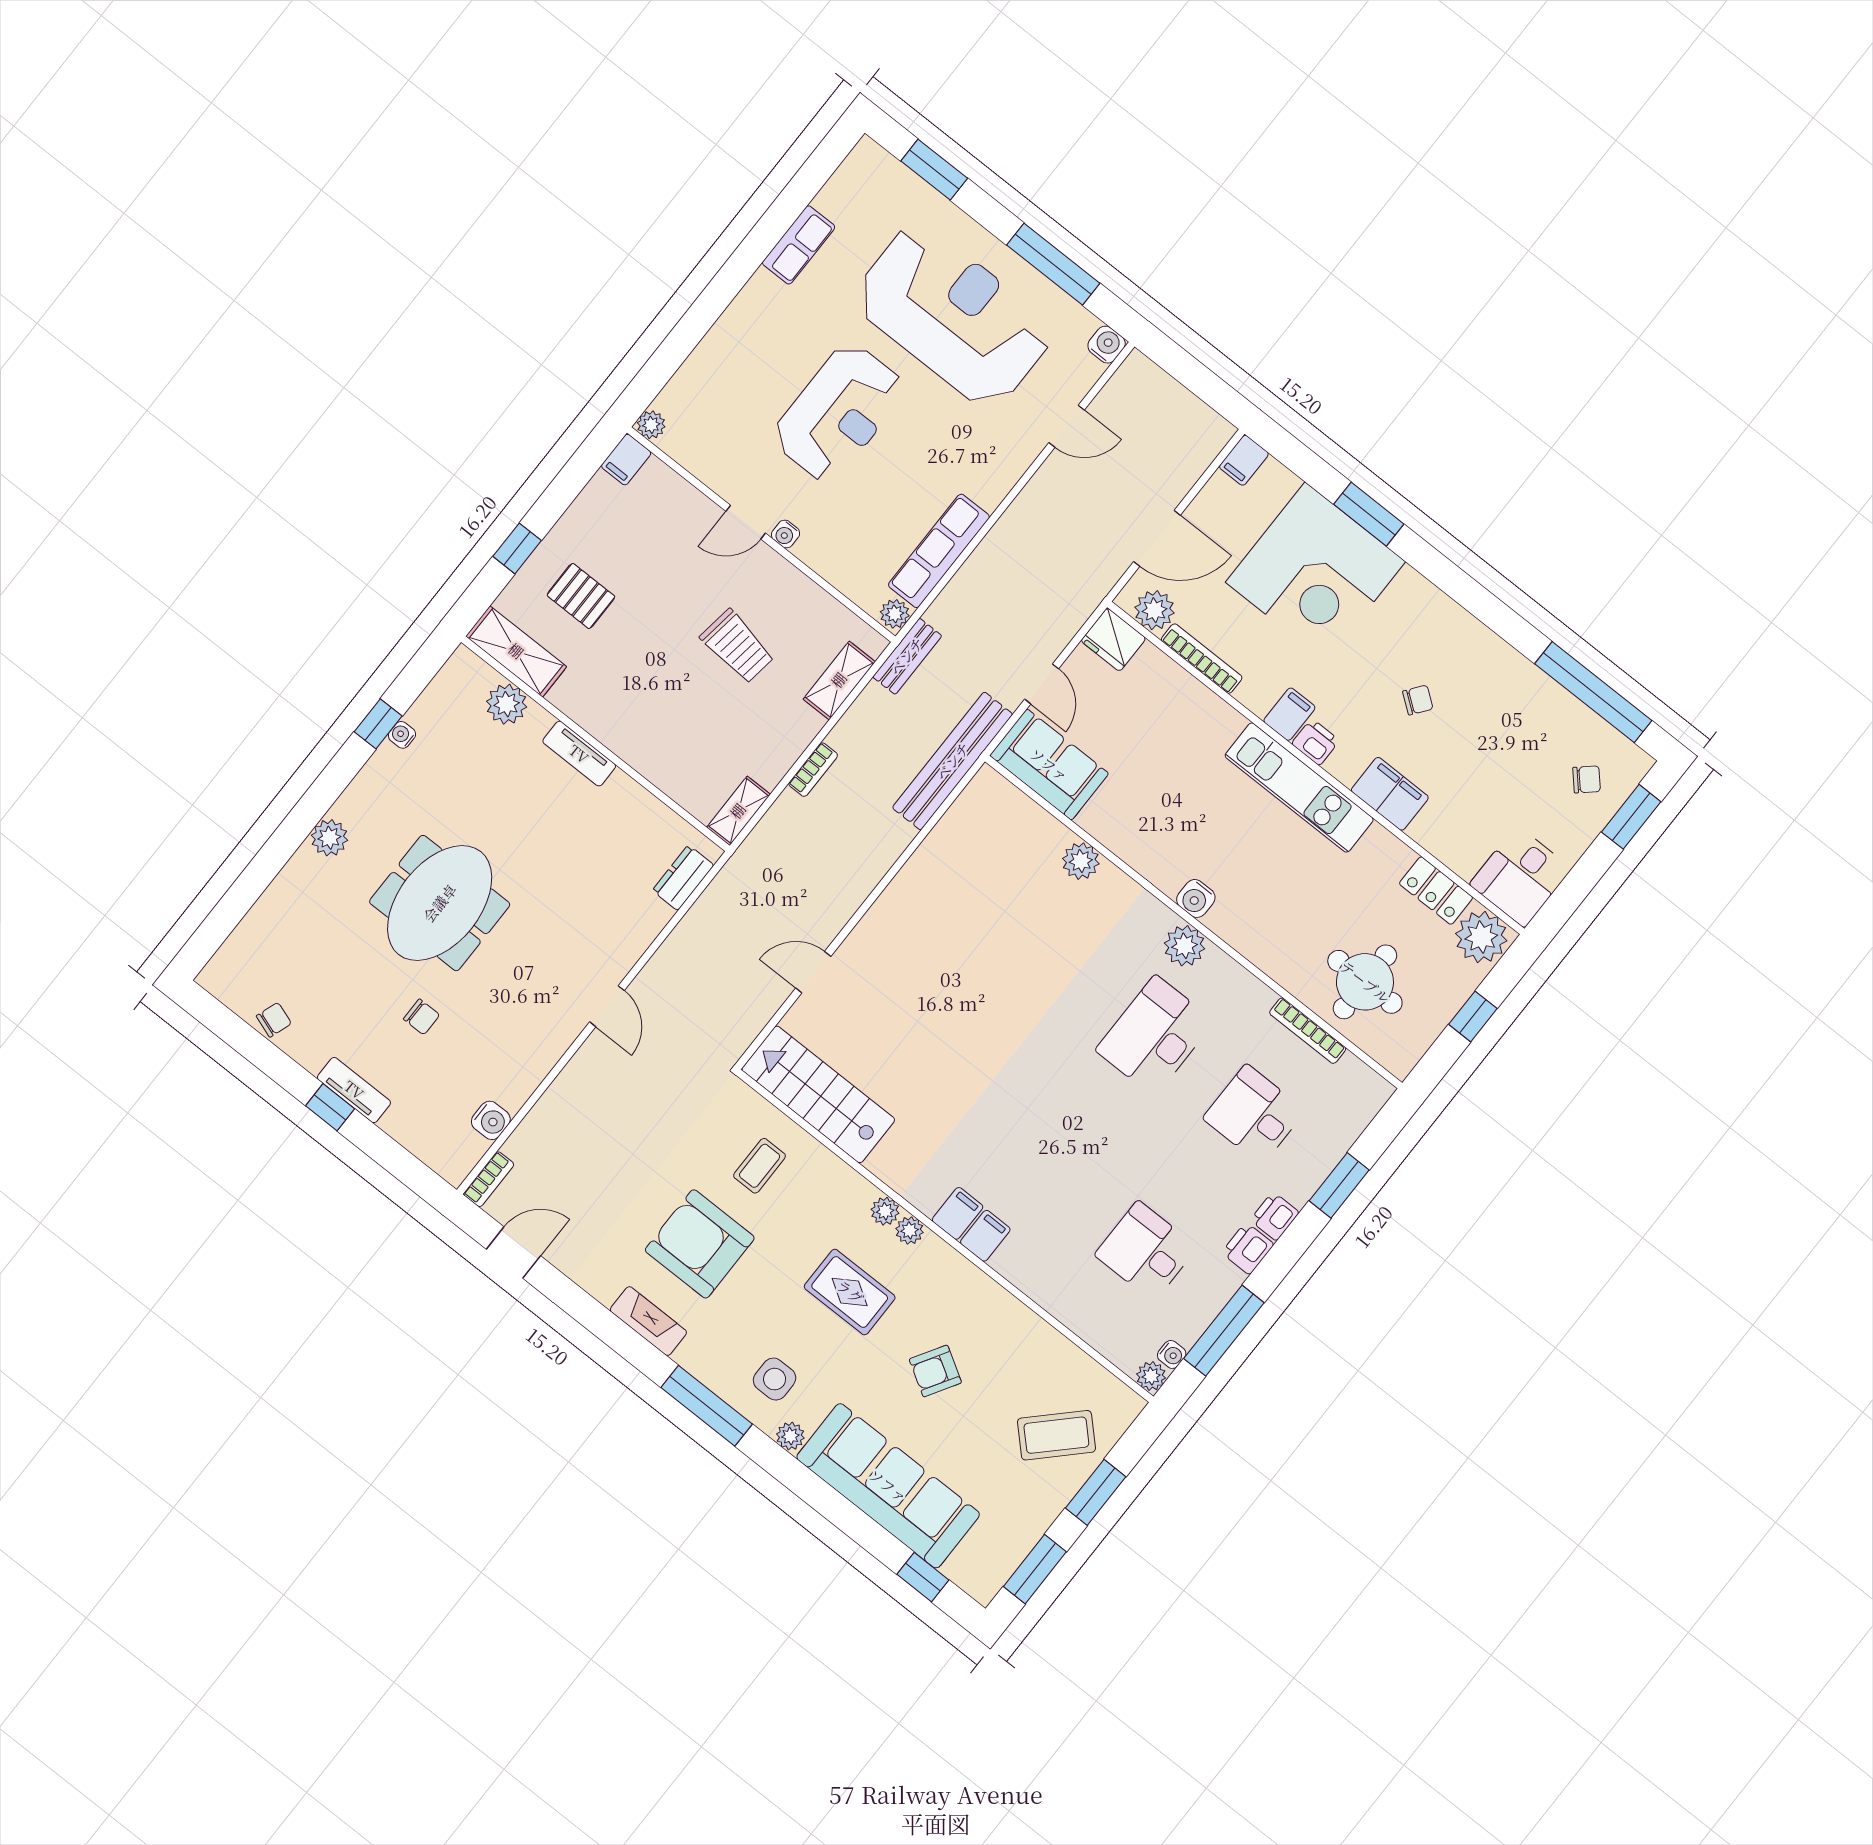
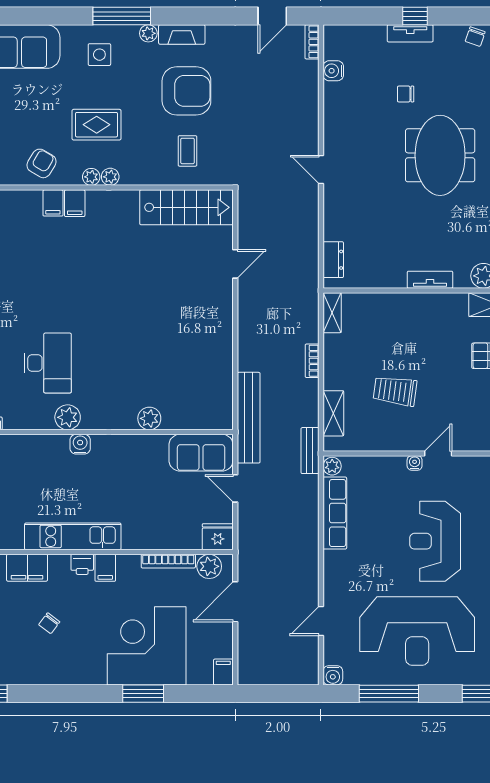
armchair: (935, 1371) -> (42, 163), moved
plant: (790, 1436) -> (148, 33), moved

